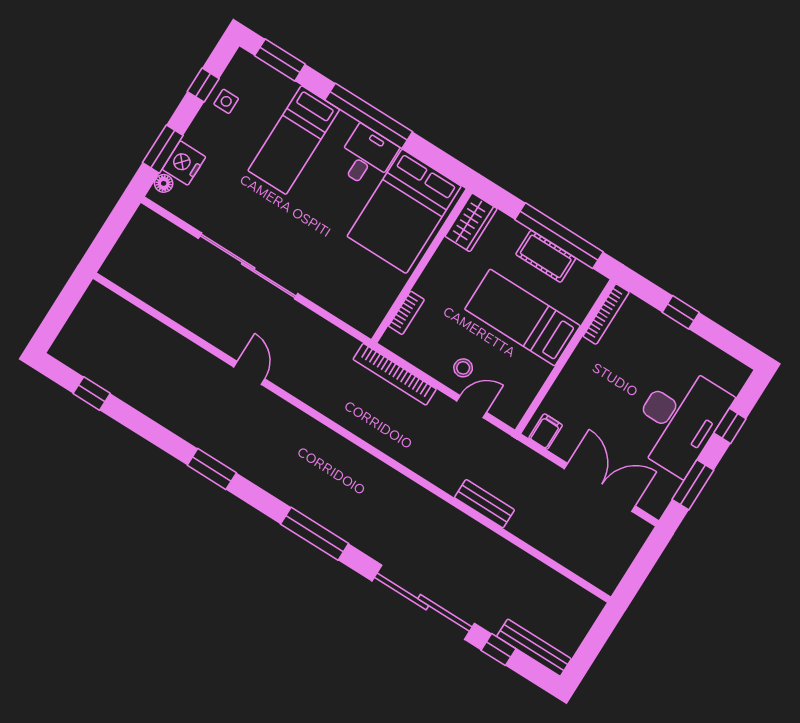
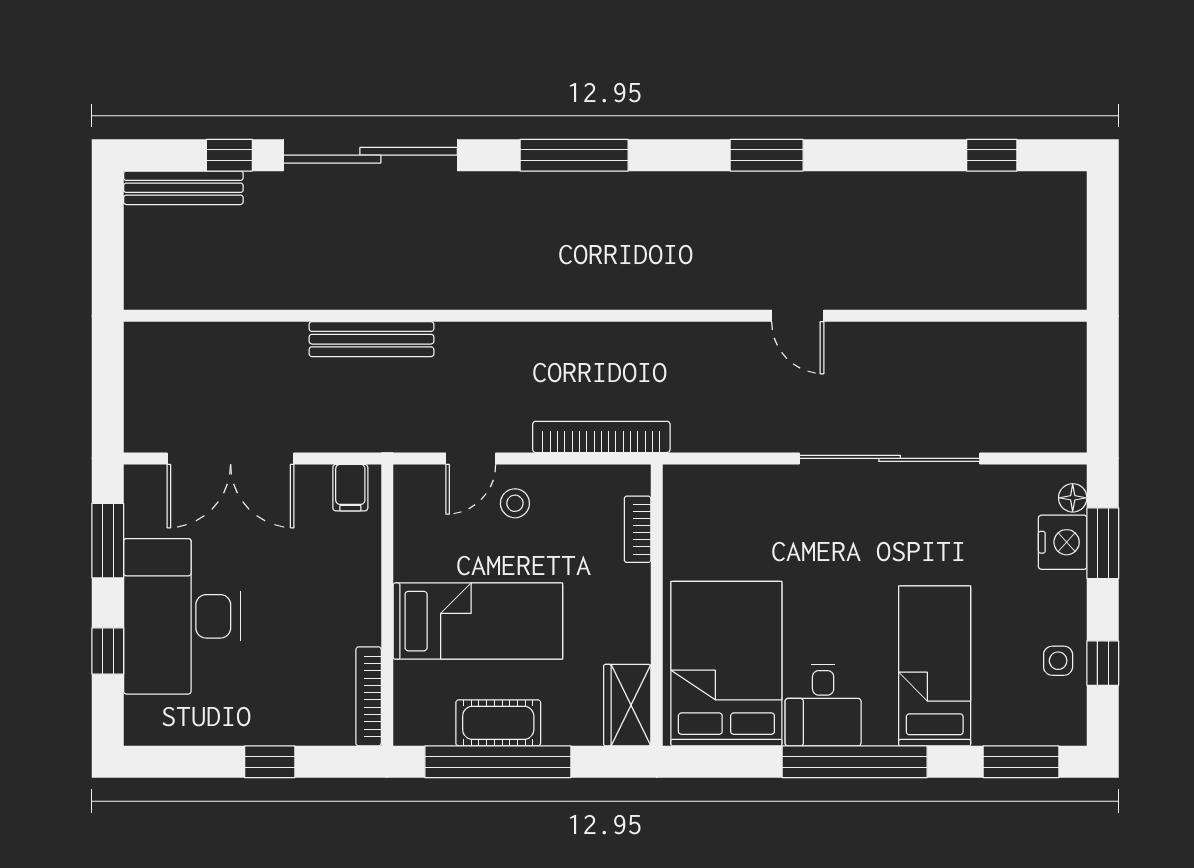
bench: (484, 504) -> (371, 339), width x1.36

